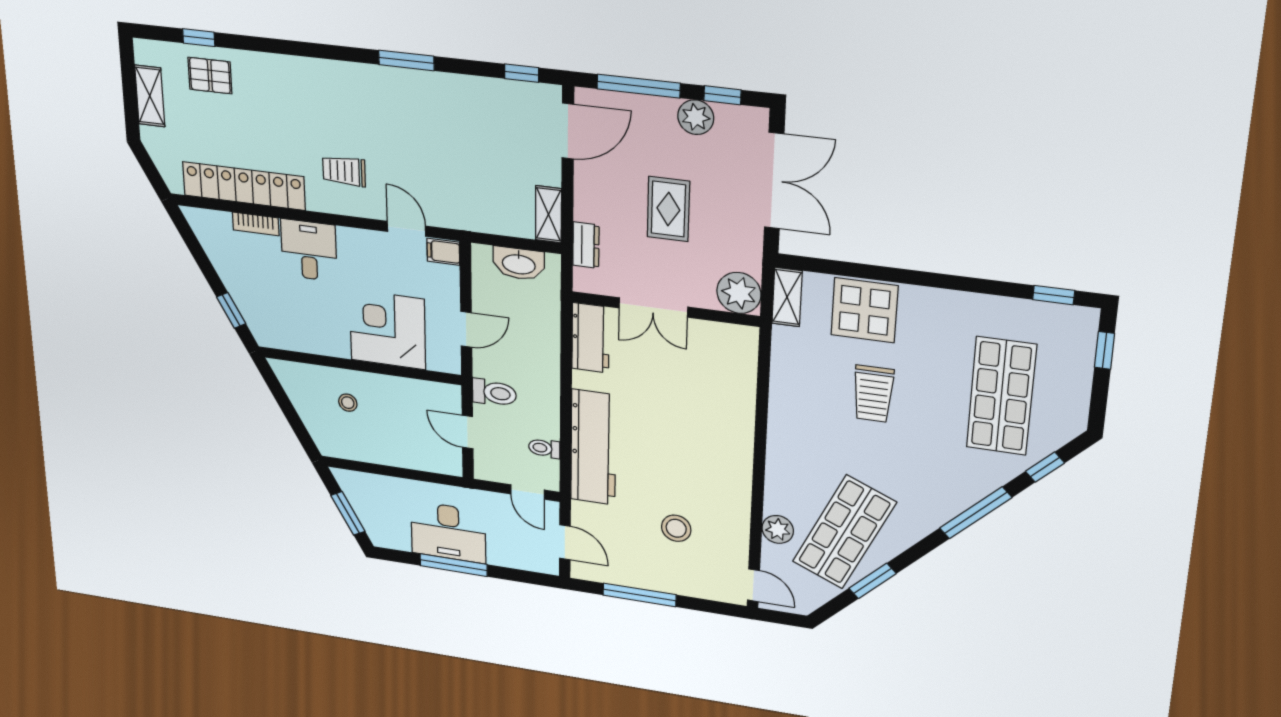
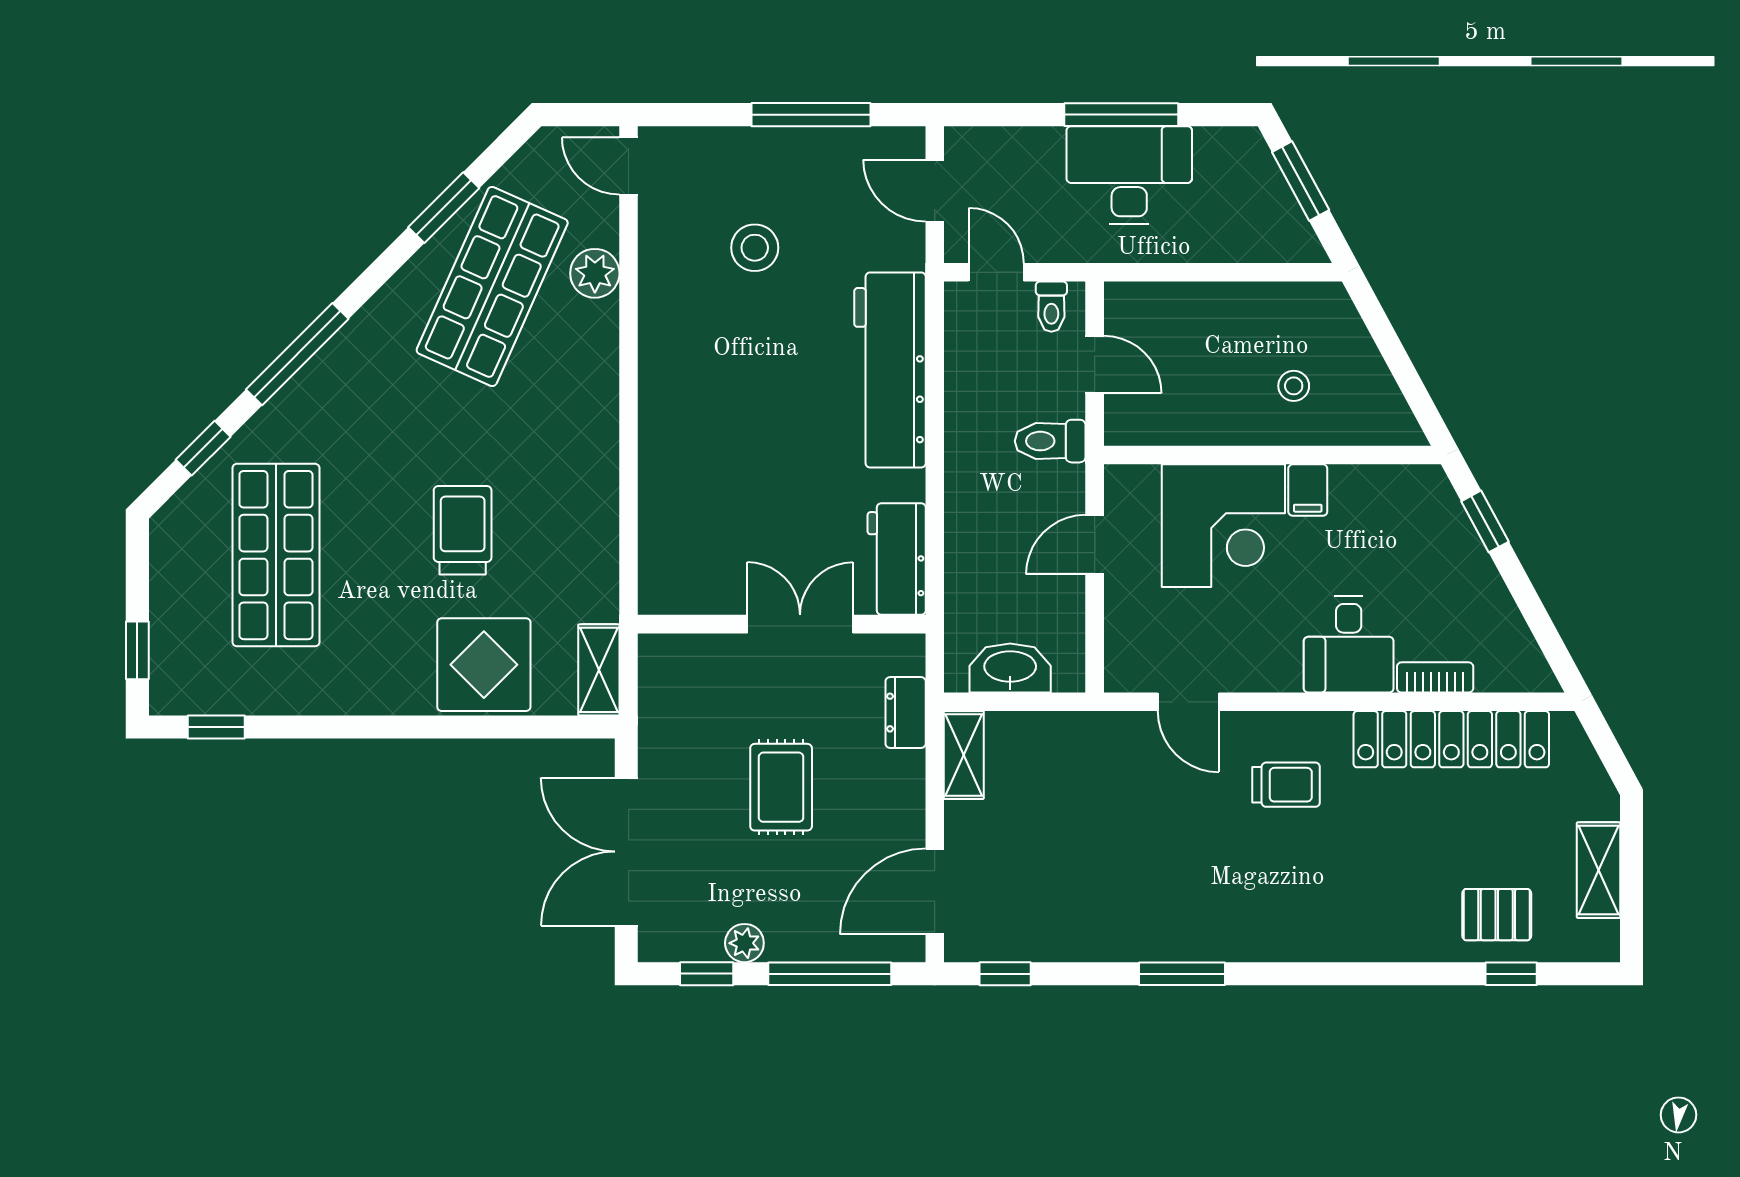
plant: (696, 117) -> (744, 943), width x0.73, depth x0.73
filing cabinet: (443, 252) -> (1308, 490), moved, turned 90
plant: (739, 293) -> (671, 666), removed
toilet: (544, 448) -> (1051, 307), moved, turned 90

